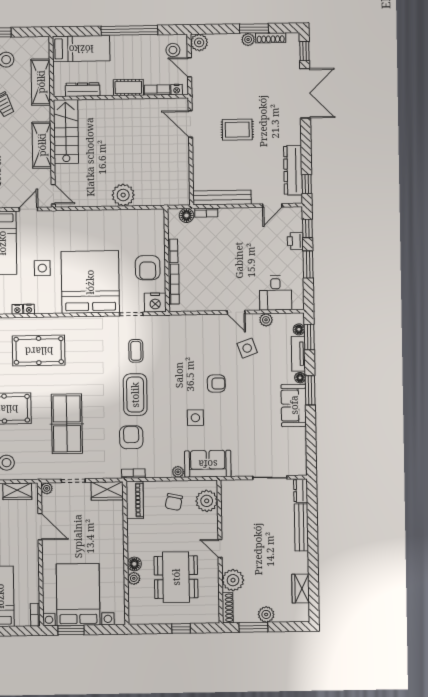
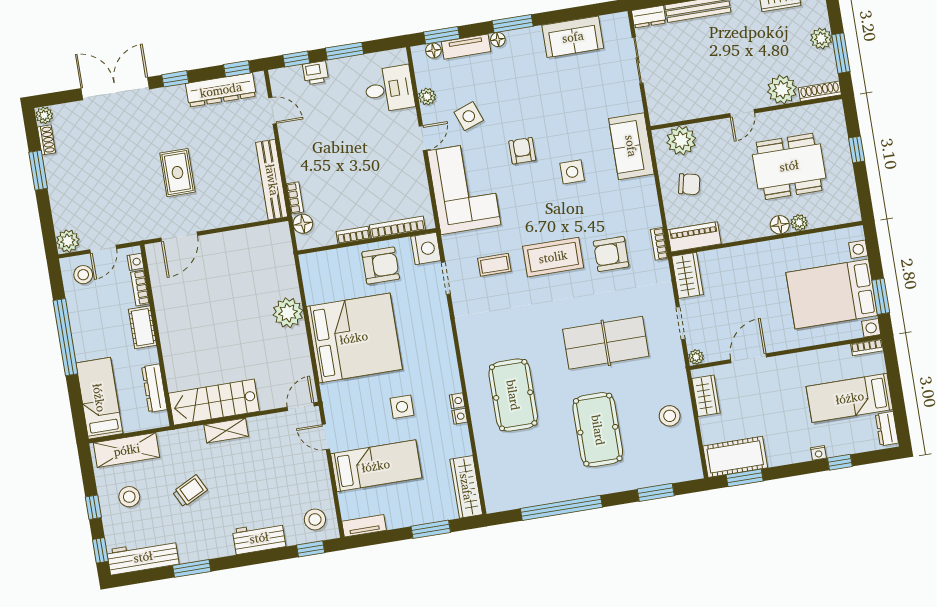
shoe rack: (271, 38) -> (46, 140), width x0.70
plant: (248, 40) -> (44, 115), moved
window: (304, 51) -> (175, 79), moved
shelving: (41, 82) -> (127, 450), moved
shelving: (42, 145) -> (226, 430), width x0.67, depth x0.75
bed: (90, 282) -> (354, 338), moved, turned 180
nightstand: (17, 309) -> (457, 401), moved
corner sofa: (195, 337) -> (464, 188), added
sofa: (294, 405) -> (573, 37), moved
plant: (178, 472) -> (648, 185), removed

